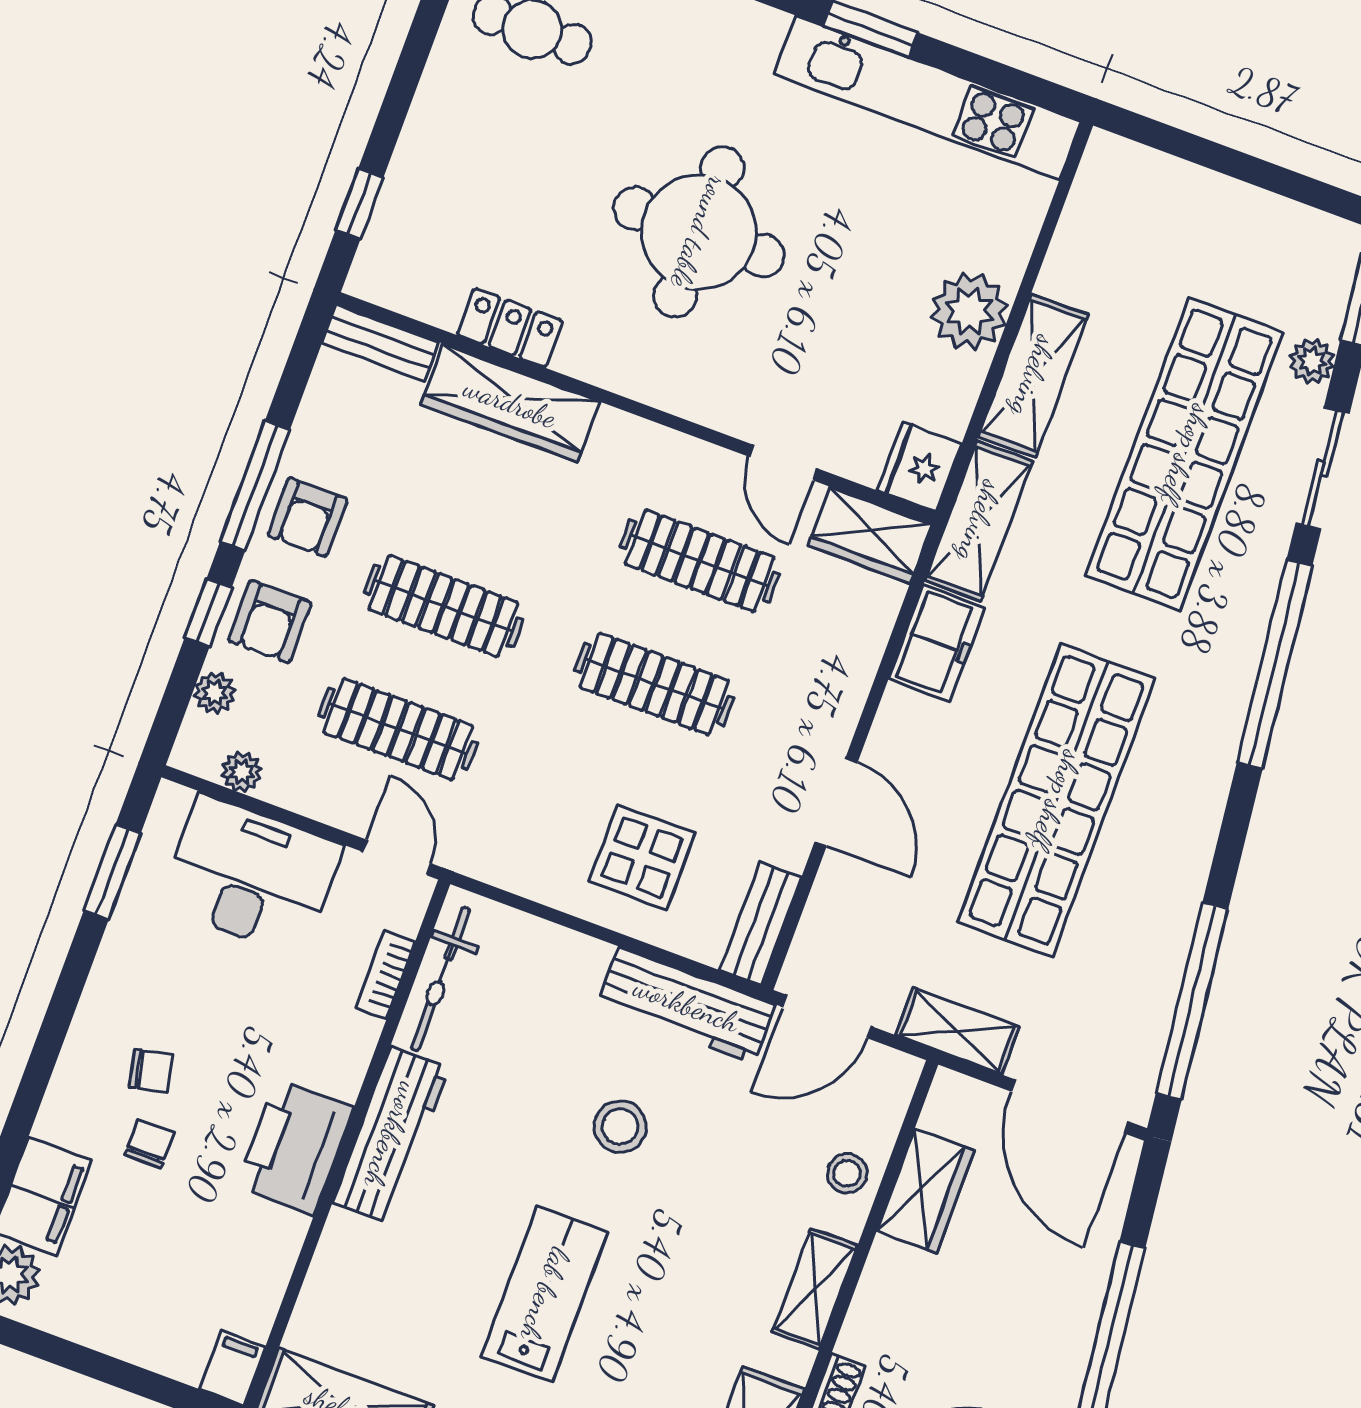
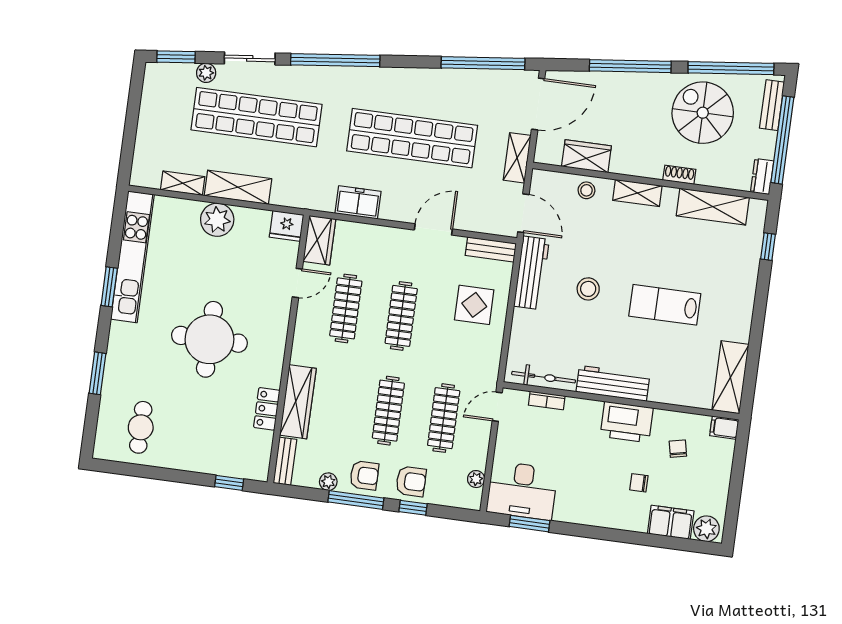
shelving: (979, 521) -> (183, 183), moved, width x0.67, depth x0.75
plant: (215, 693) -> (328, 482), moved
desk: (251, 876) -> (522, 491), moved, turned -90
chair: (151, 1071) -> (678, 449), moved

